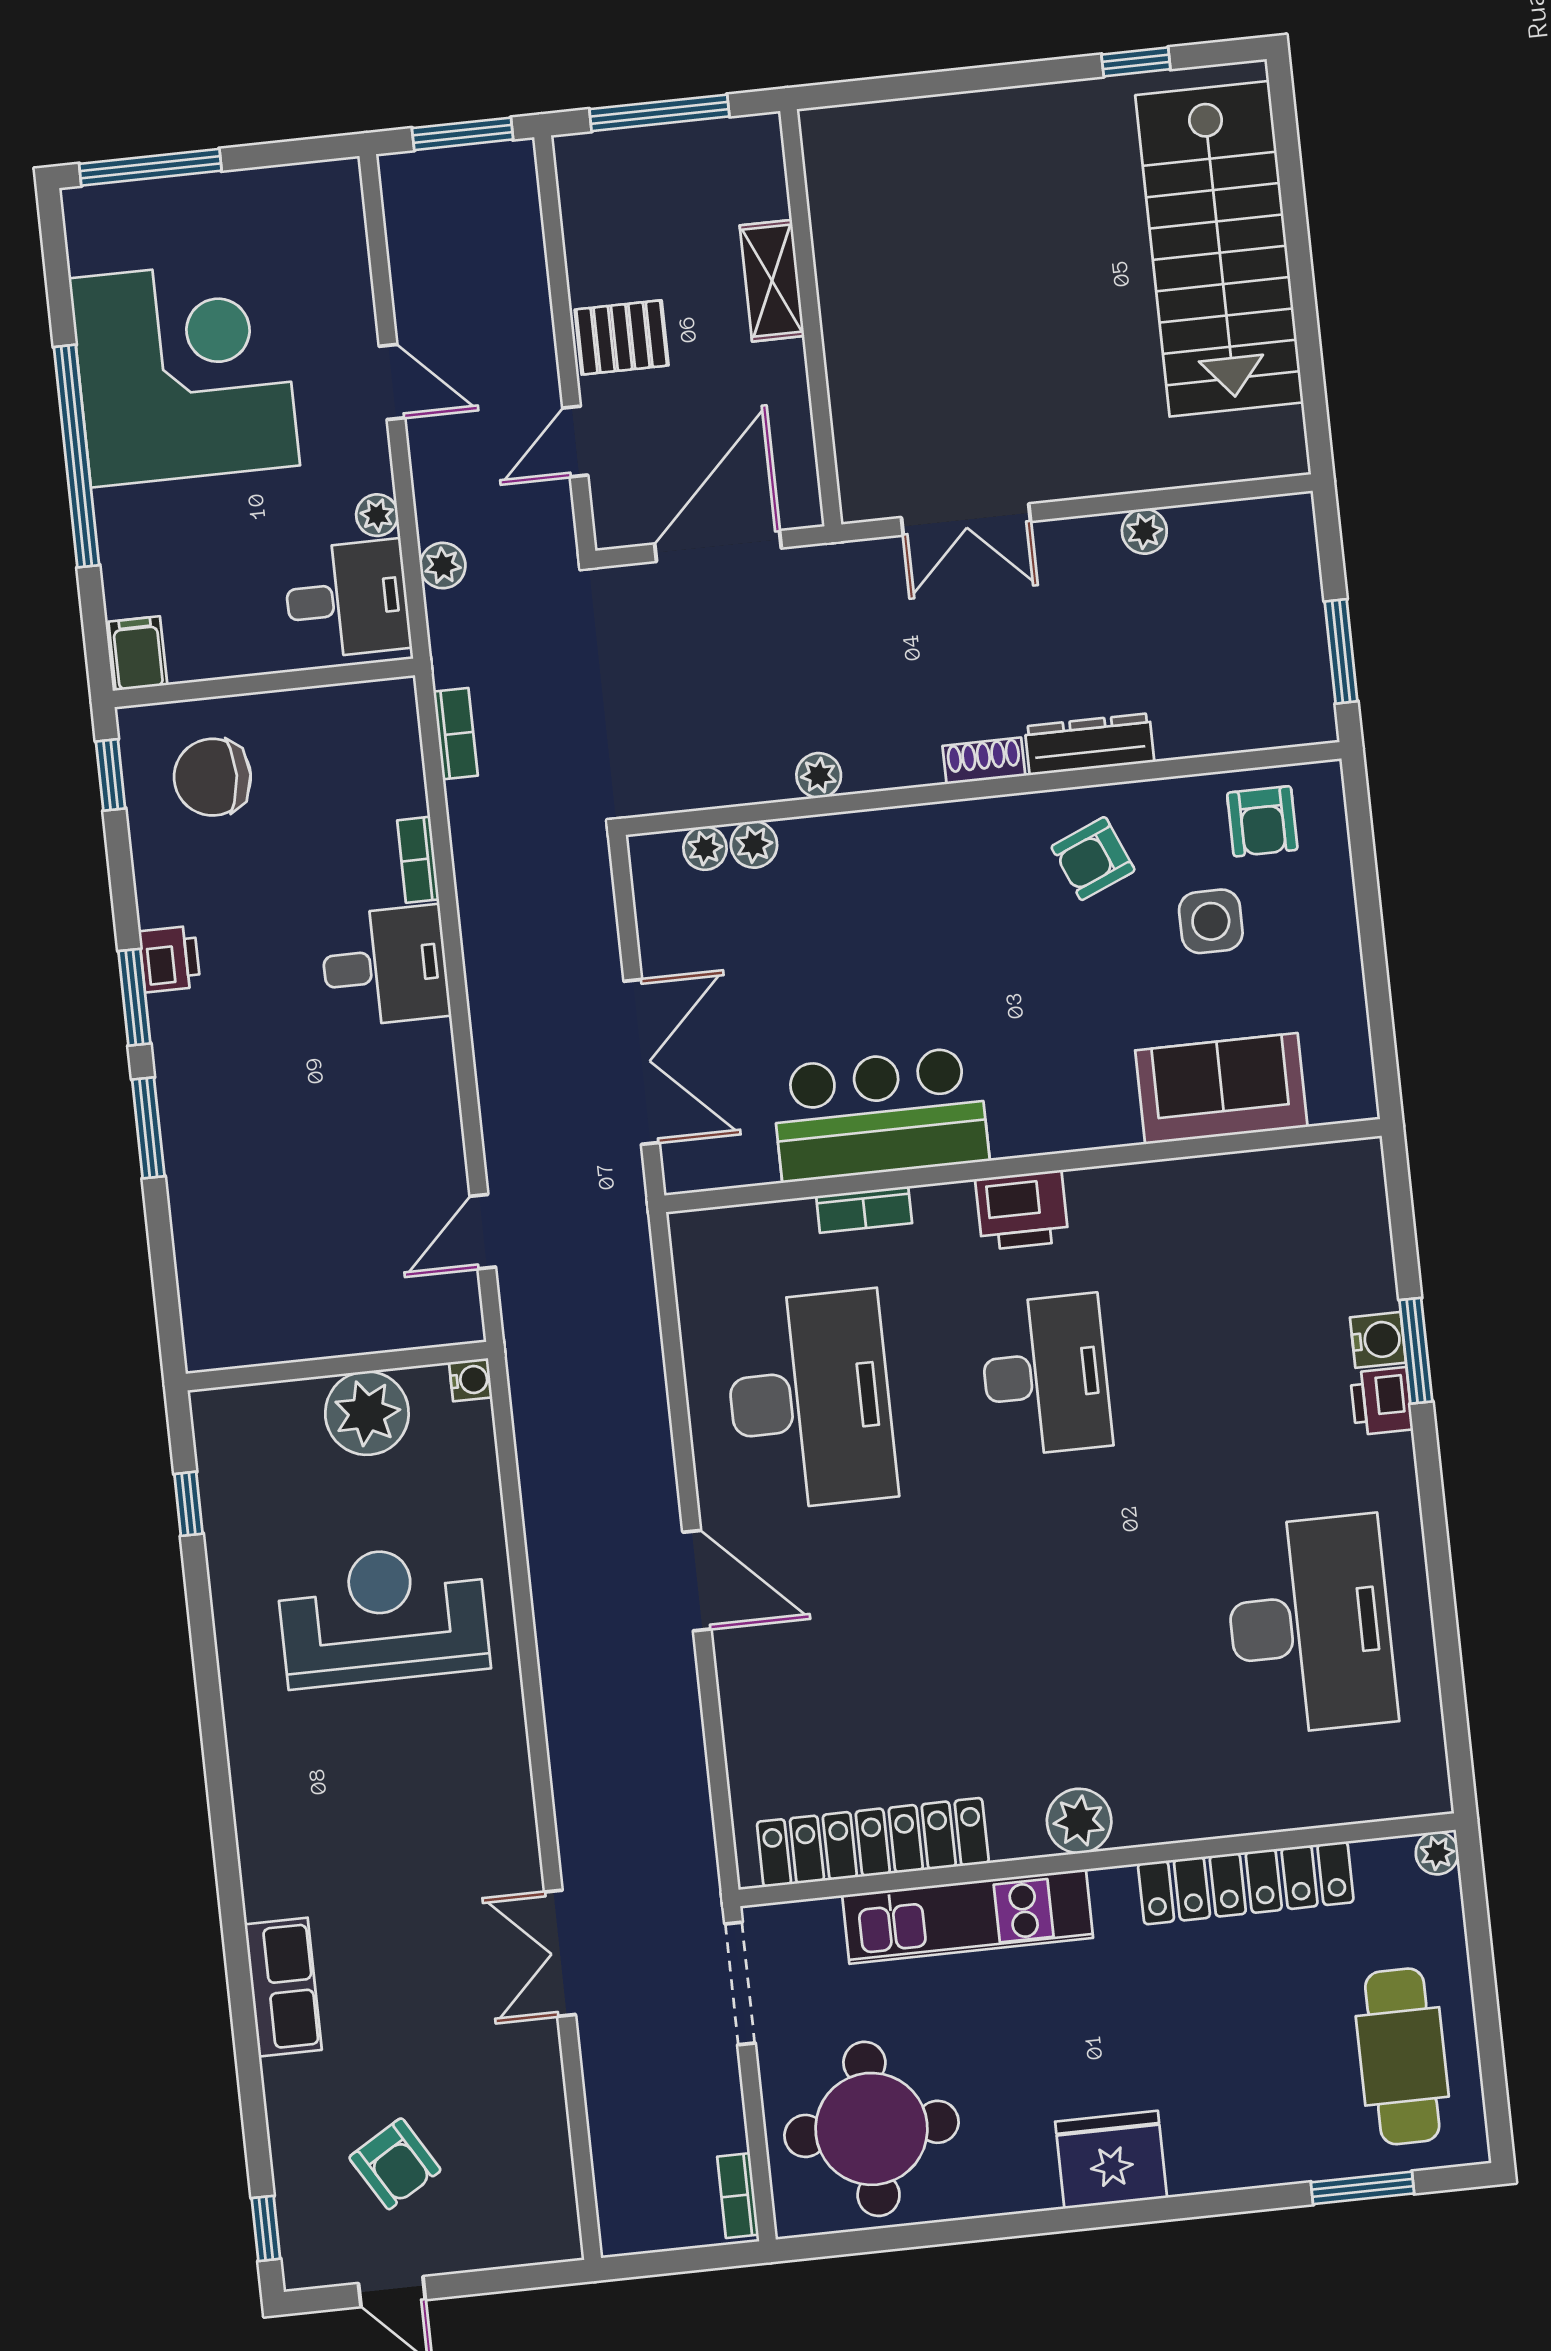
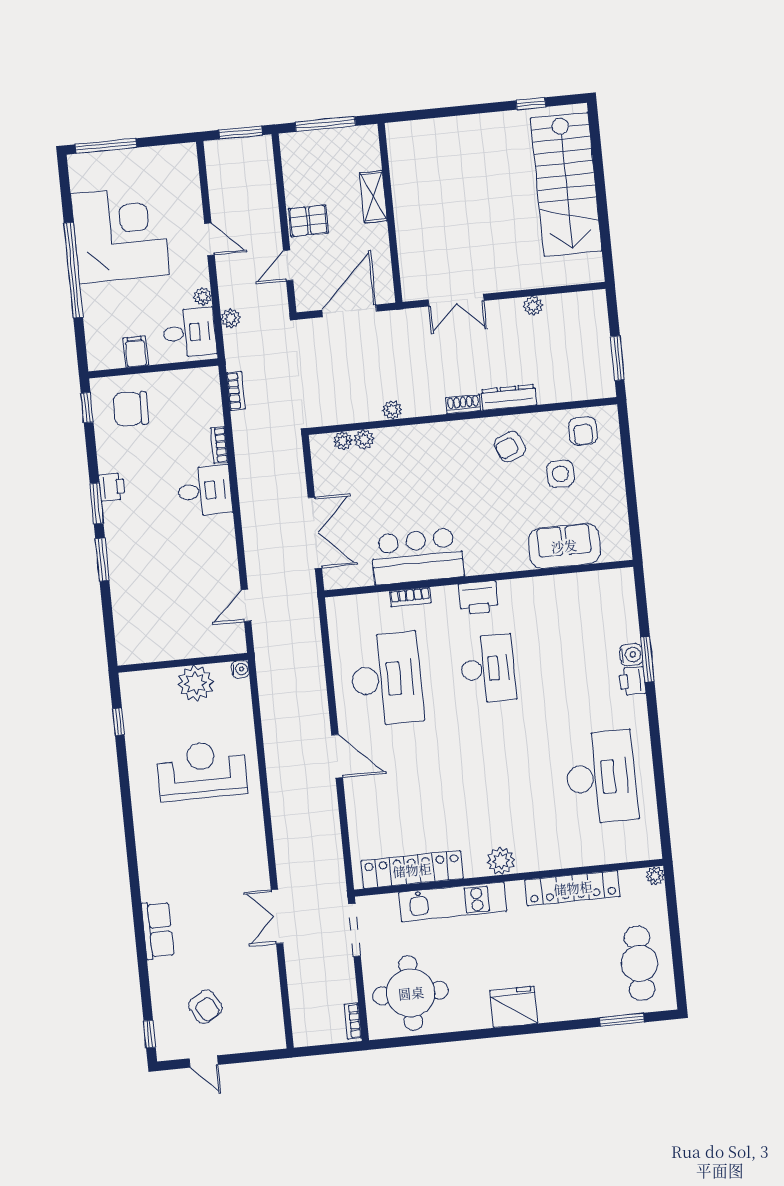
filing cabinet: (138, 653) -> (136, 352), moved

